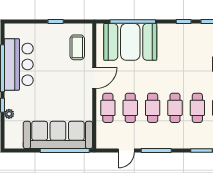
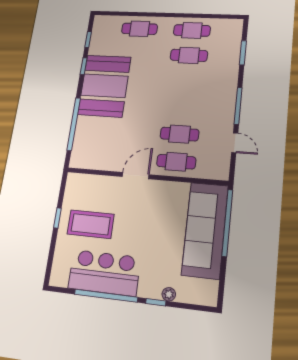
booth: (130, 42) -> (104, 86), moved
coffee table: (77, 47) -> (91, 224), moved, width x1.36, depth x1.32
door: (94, 78) -> (136, 176), hinge flipped
cafe table: (153, 108) -> (183, 107), removed
cafe table: (175, 108) -> (186, 81), removed

